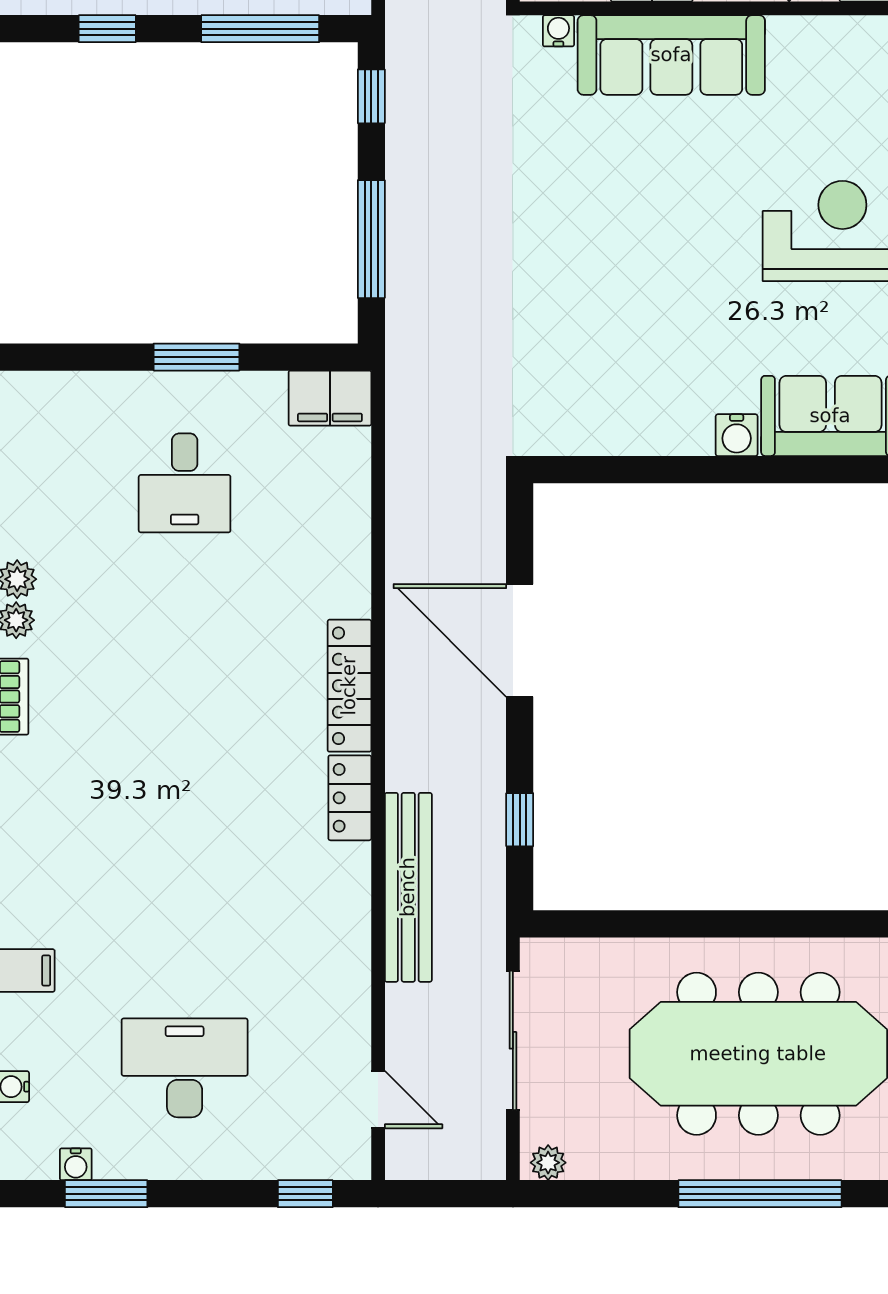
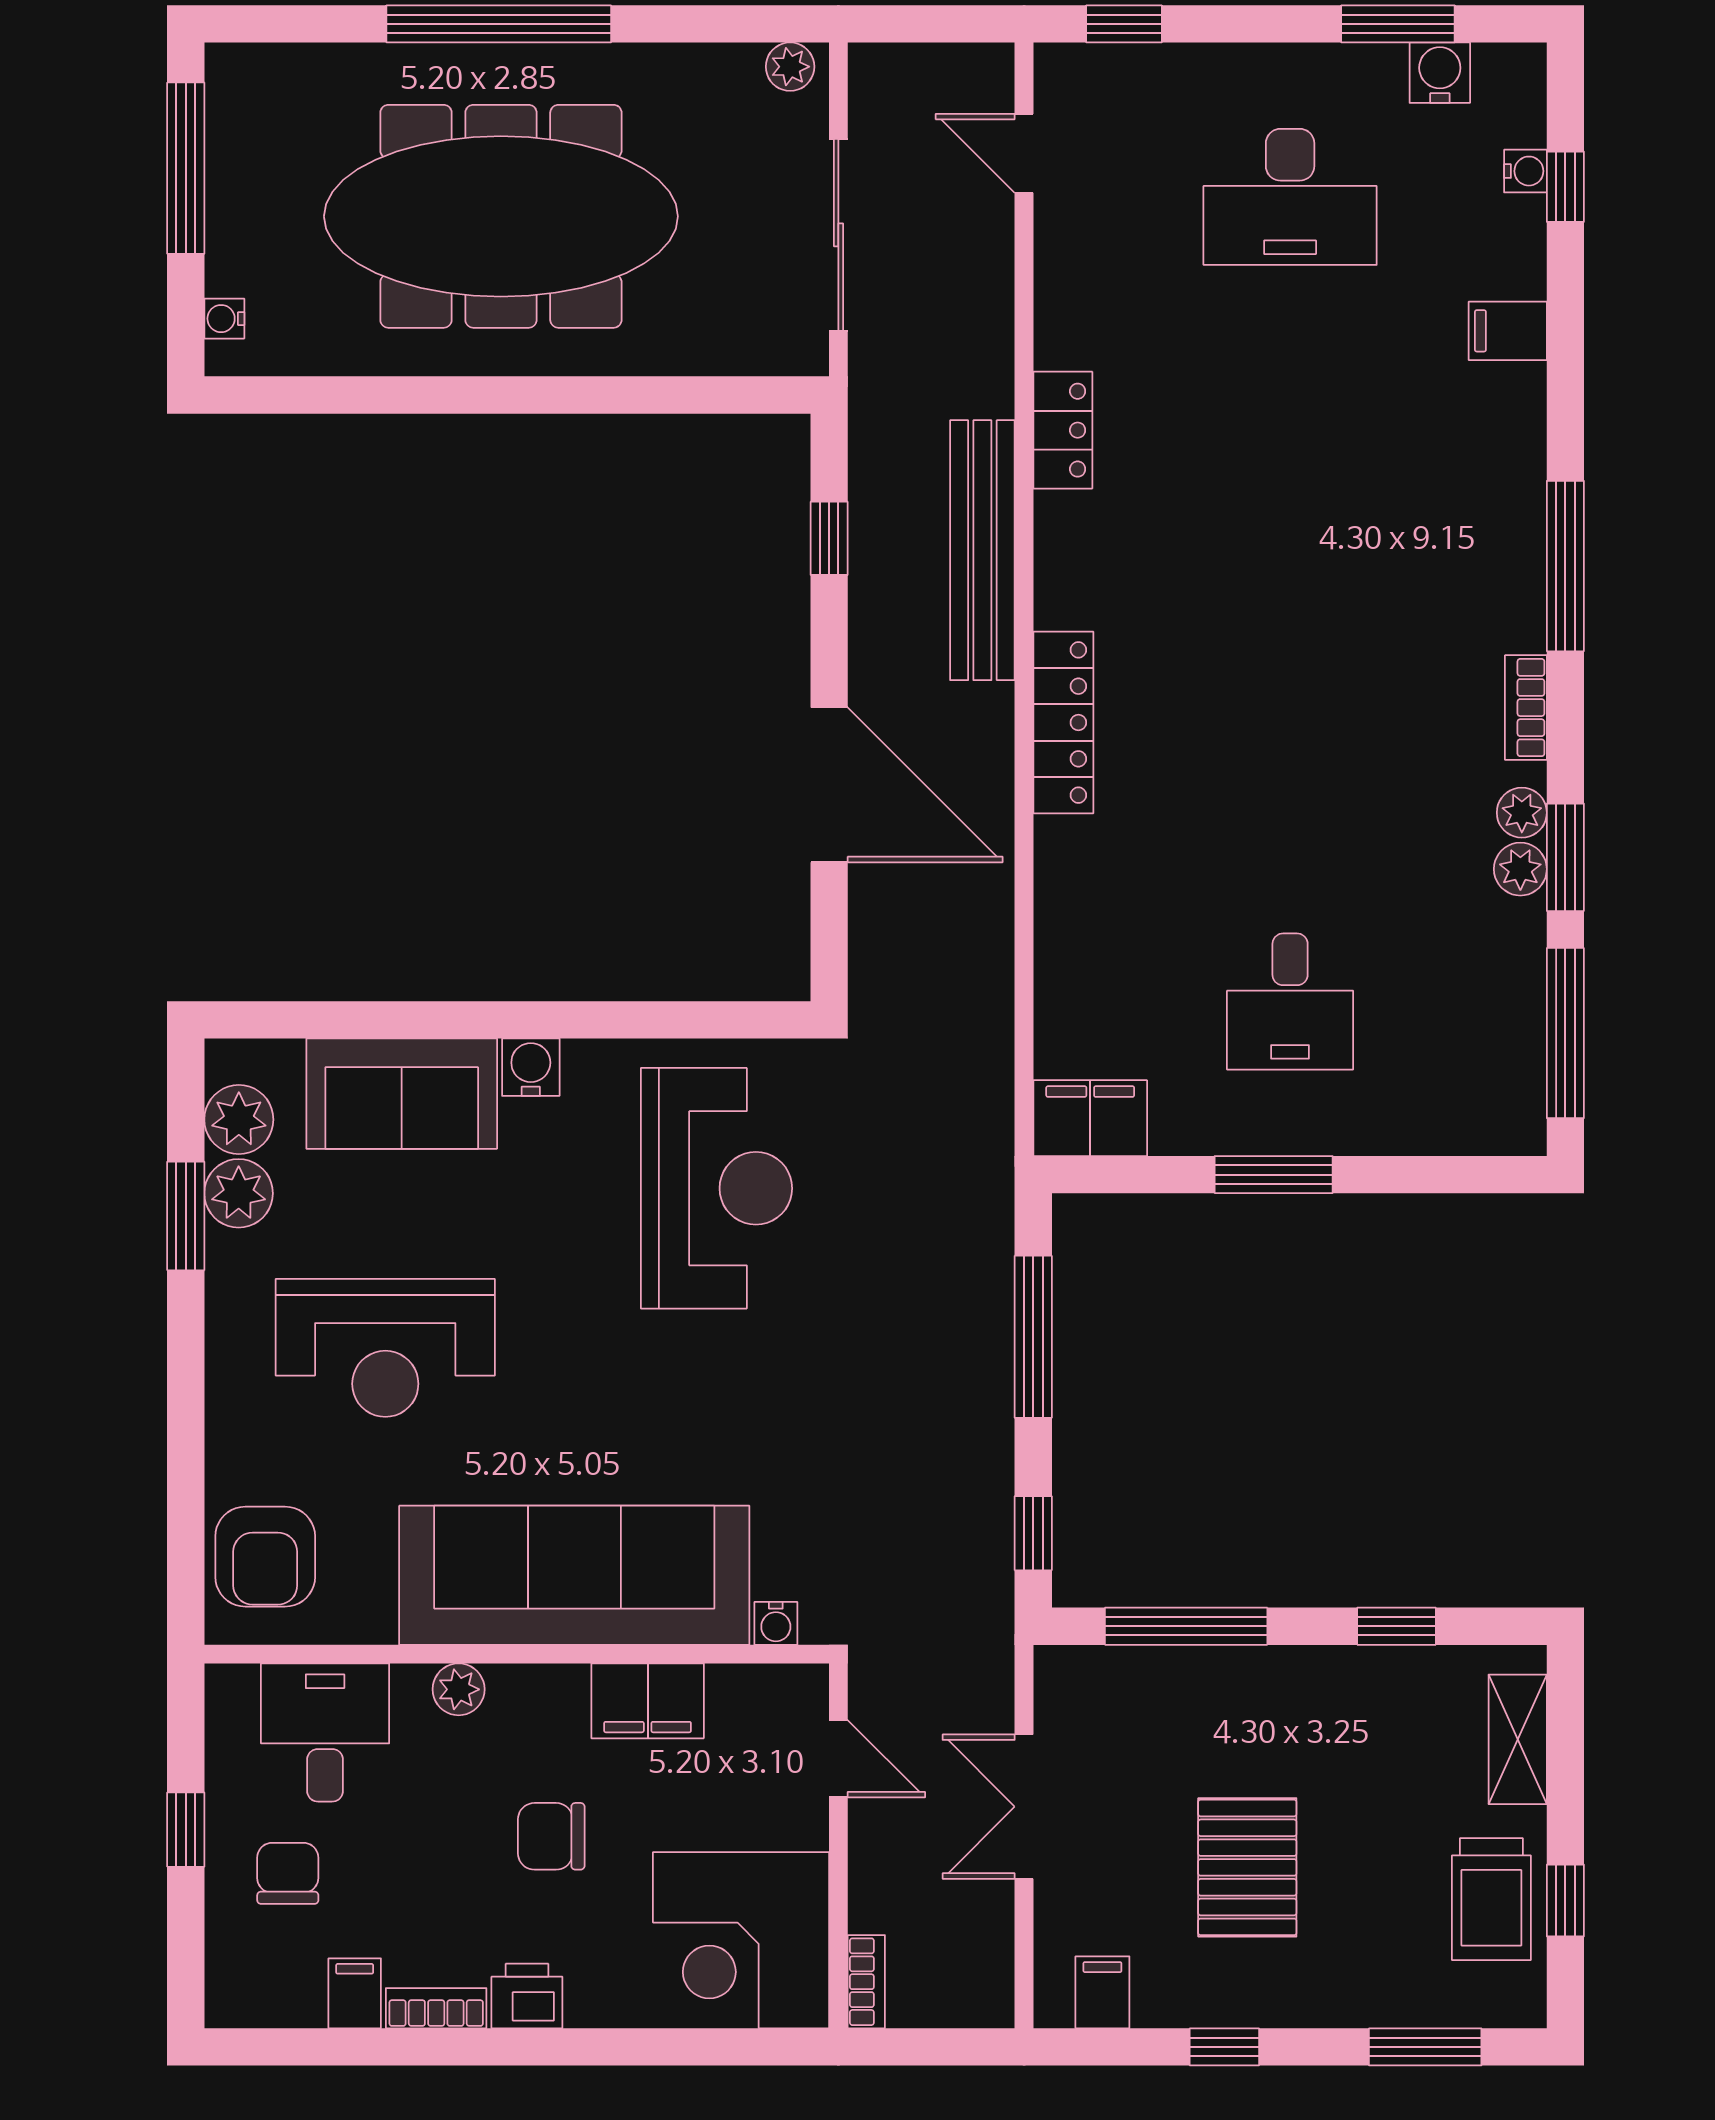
sofa: (671, 55) -> (574, 1575), width x1.36, depth x1.27
reception desk: (602, 347) -> (716, 1188), added
desk: (185, 483) -> (1290, 1002), turned 180
locker: (350, 798) -> (1063, 430), moved
bench: (408, 887) -> (982, 550), moved
water cooler: (76, 1164) -> (1440, 73), width x1.38, depth x1.38

